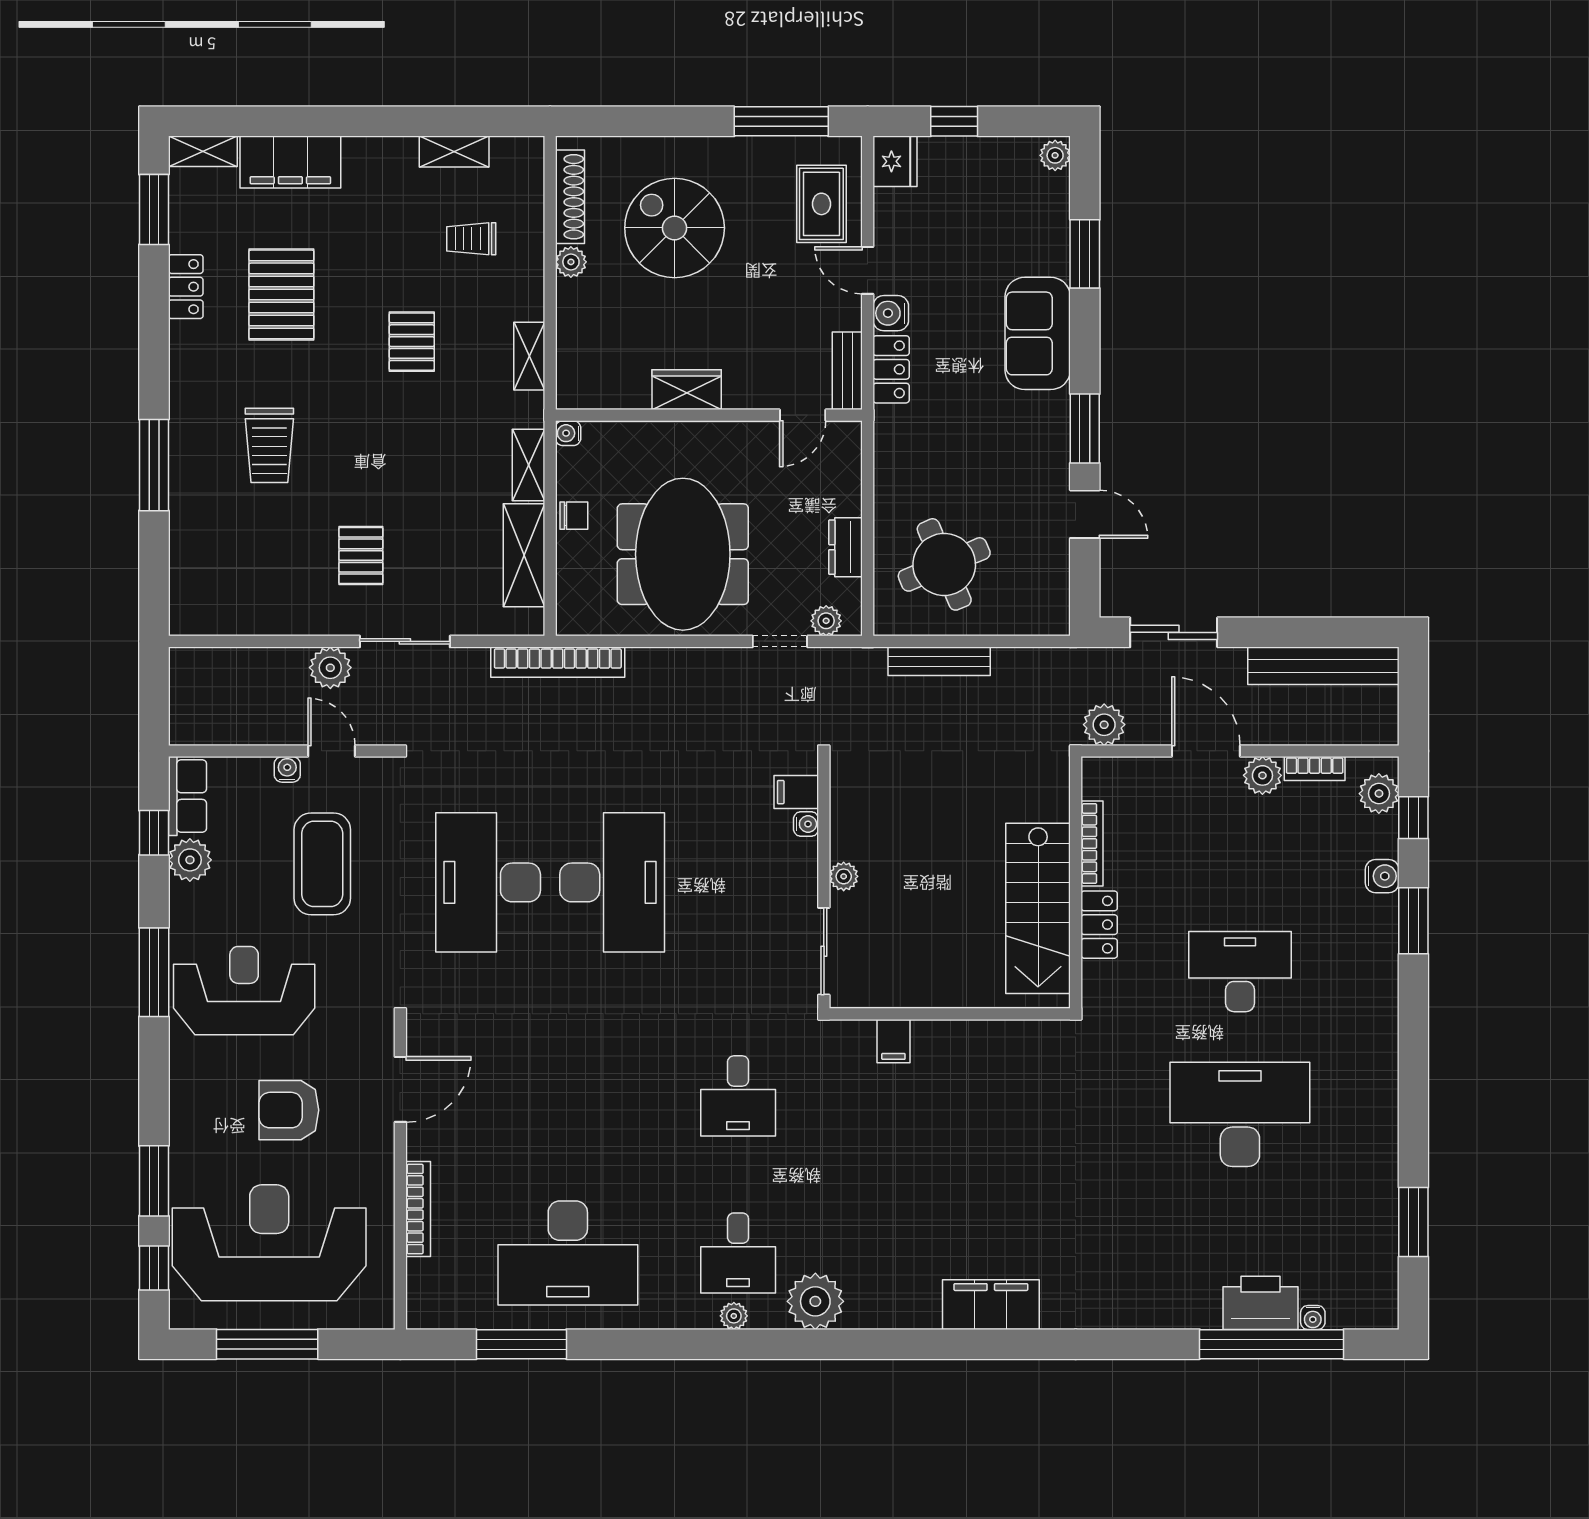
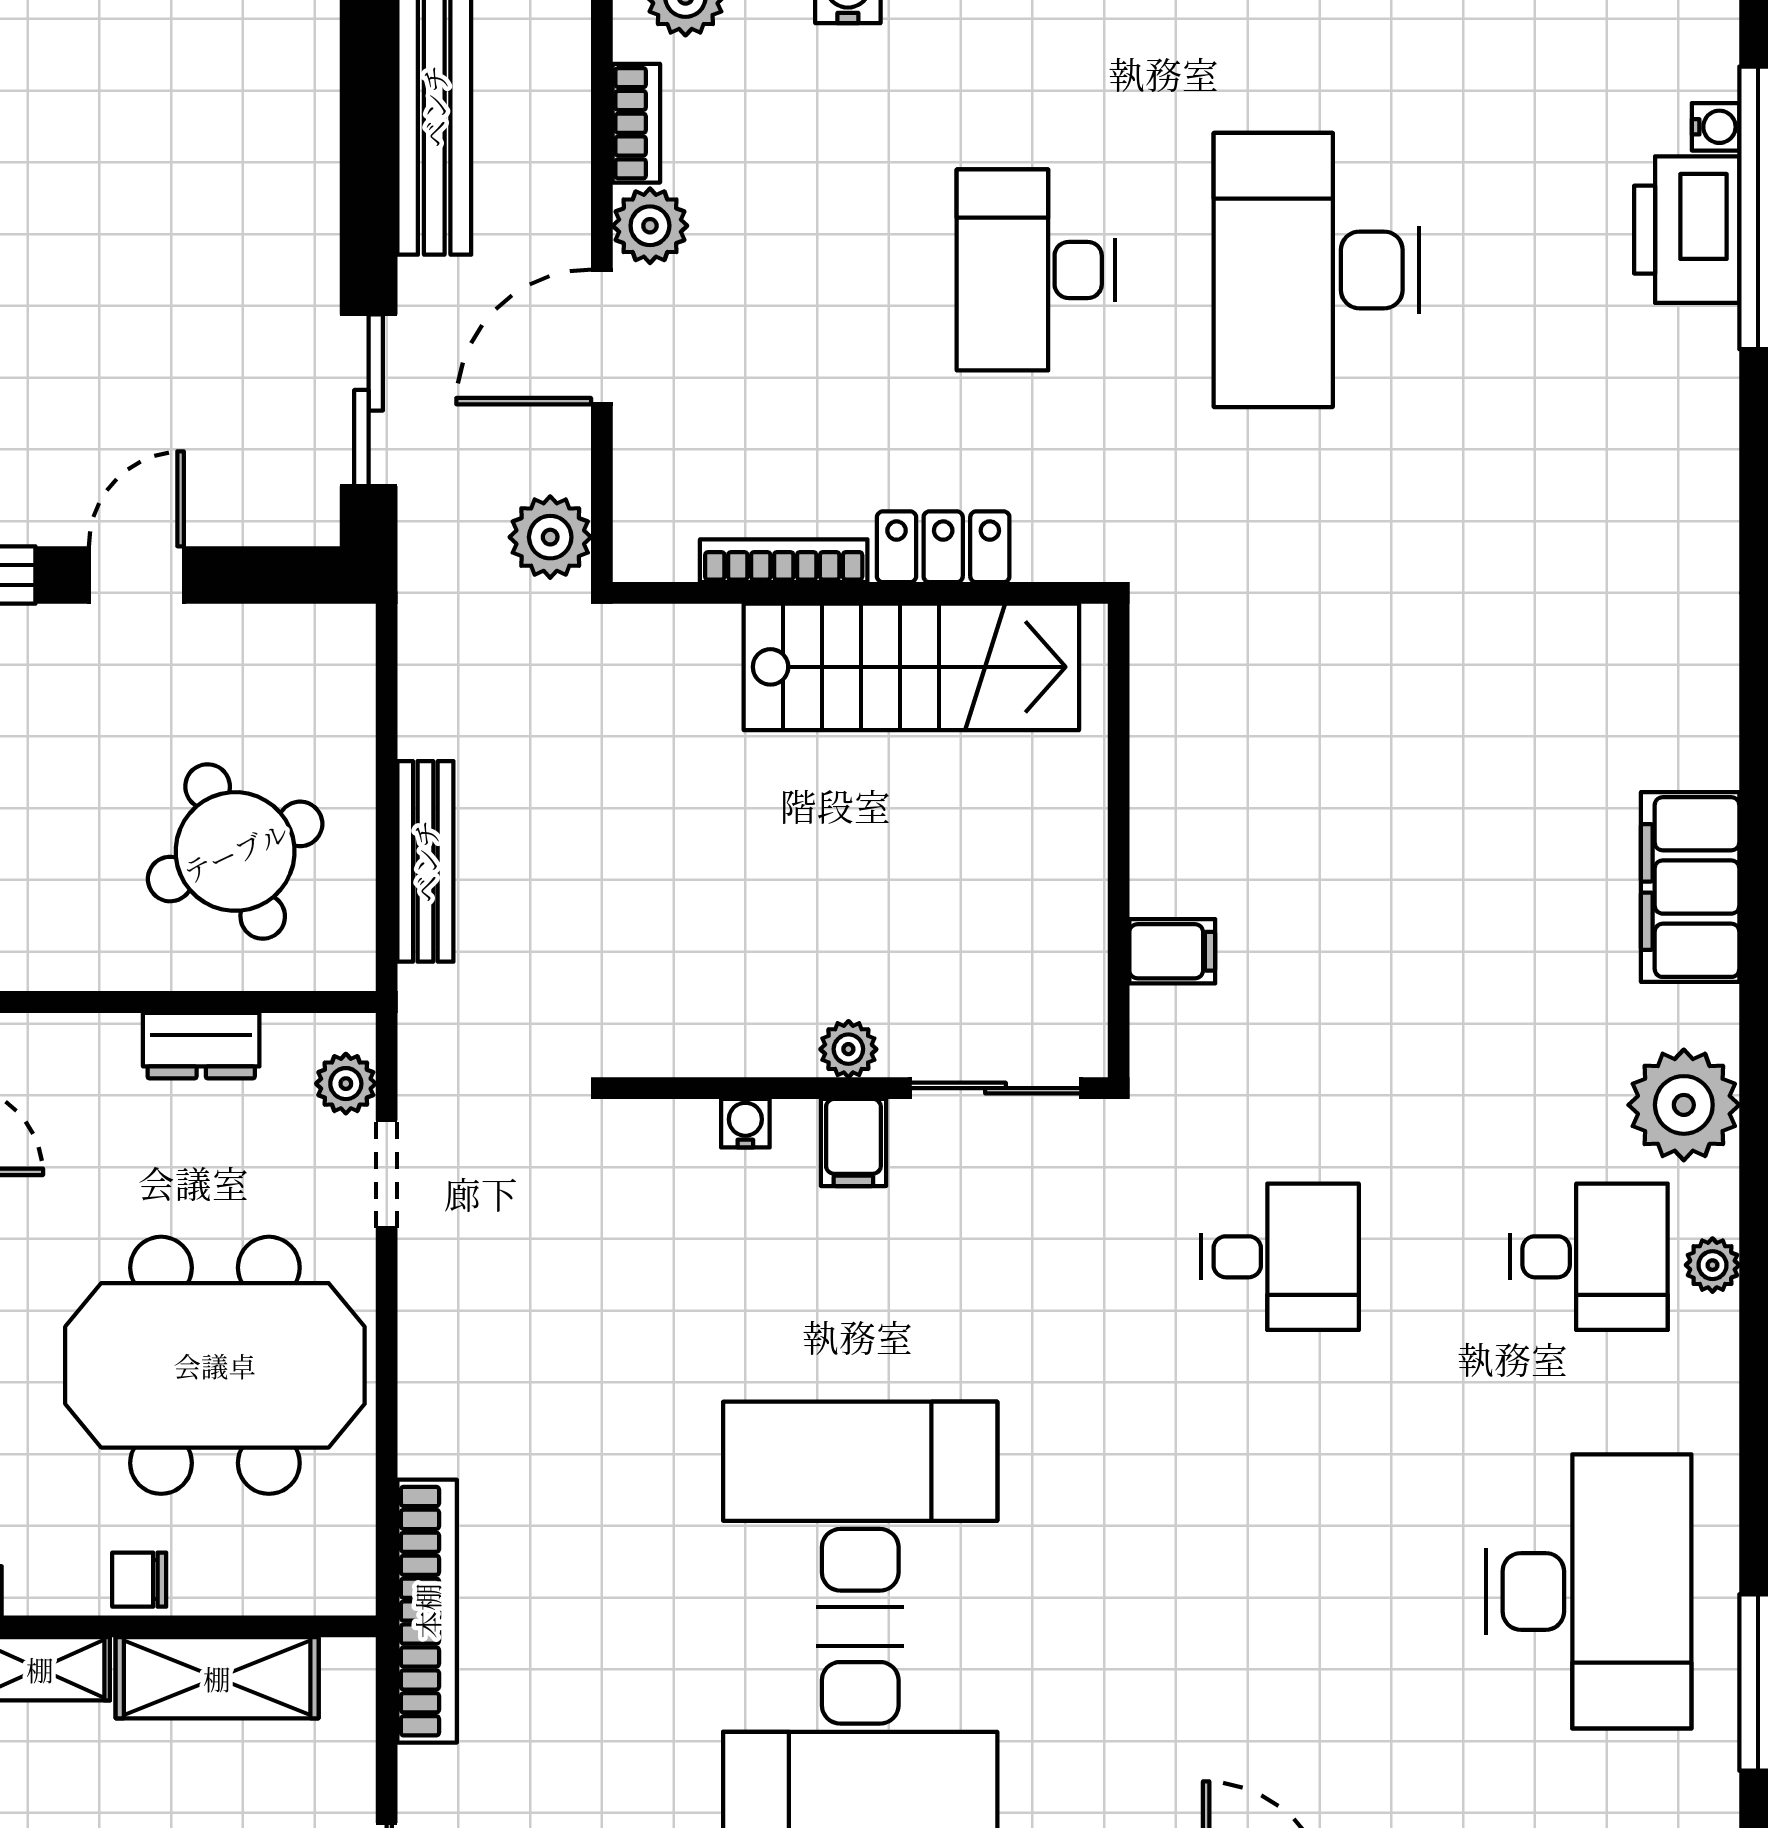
chair: (574, 516) -> (139, 1580), turned -90
filing cabinet: (796, 792) -> (853, 1142), moved
filing cabinet: (991, 1305) -> (1690, 887), moved

